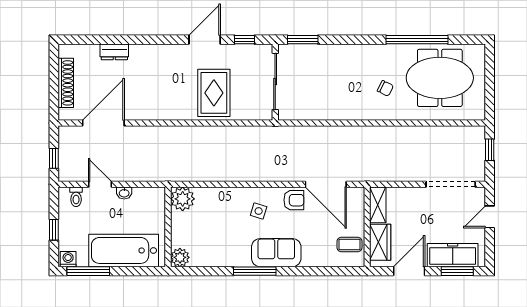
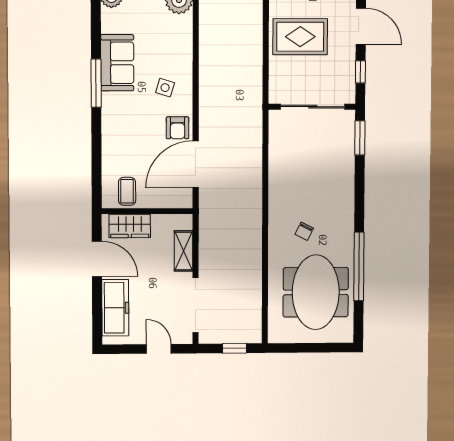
shelving: (378, 205) -> (184, 251), moved, turned 90
sofa: (276, 253) -> (117, 63), moved
window: (457, 271) -> (97, 313), removed

